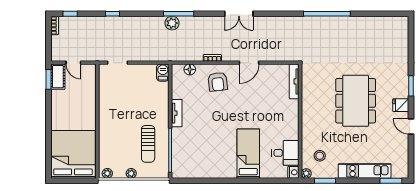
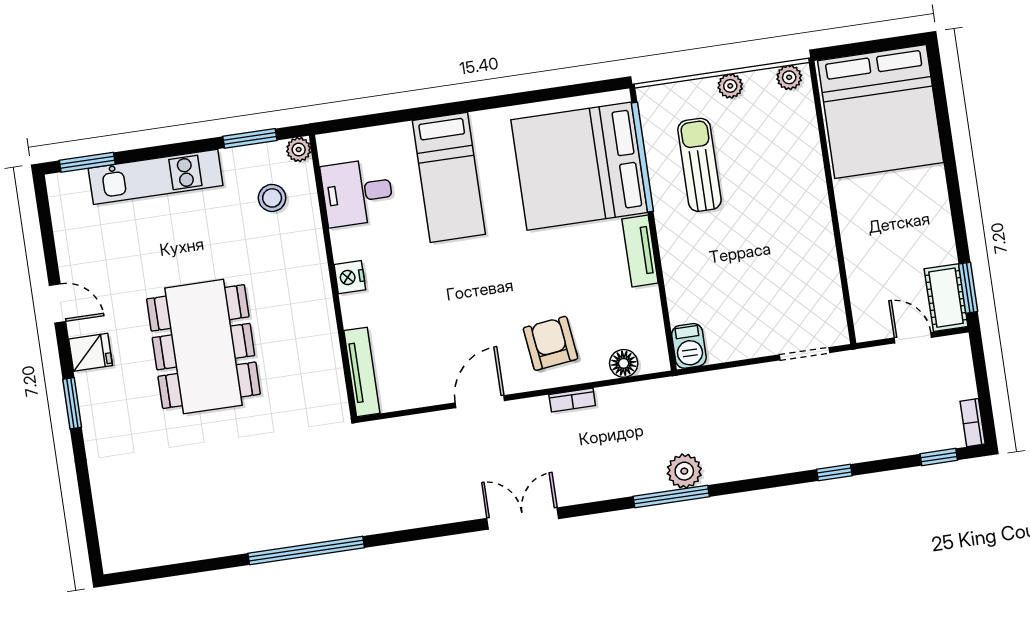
bed: (196, 150) -> (579, 166), added
nightstand: (293, 172) -> (350, 277), moved

